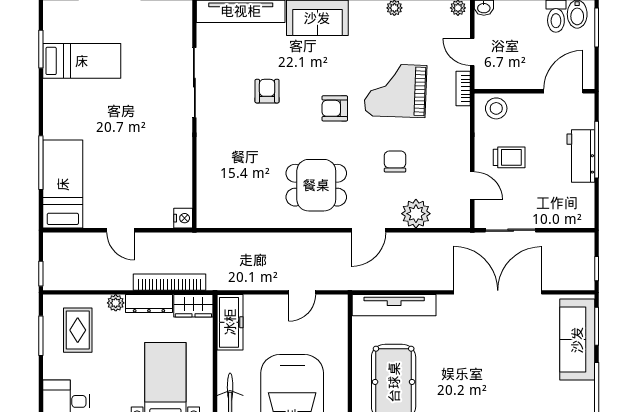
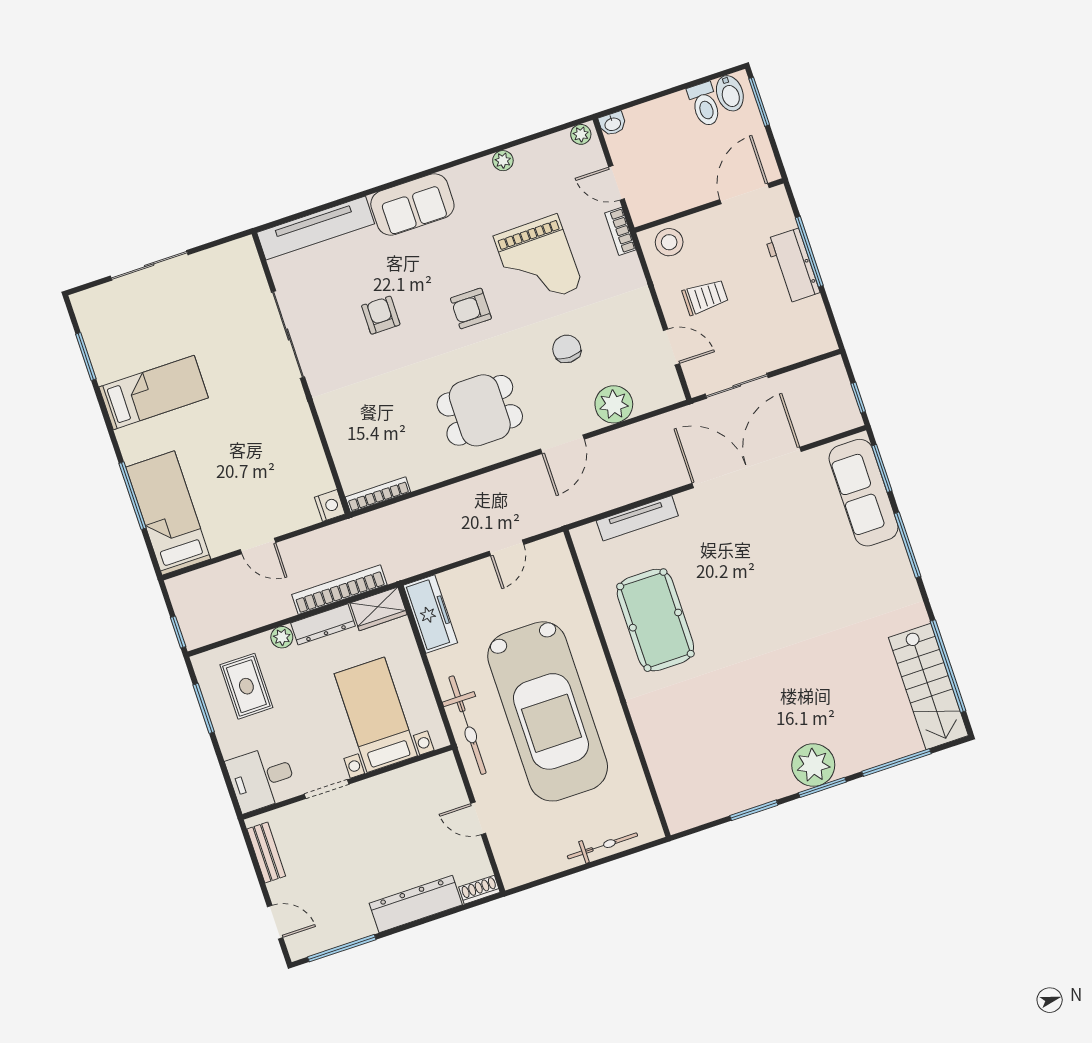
bed: (82, 61) -> (154, 392), moved
grand piano: (395, 91) -> (538, 262), turned -93
bookcase: (221, 222) -> (378, 494), added
tv unit: (394, 305) -> (637, 518), width x0.73, depth x0.78

